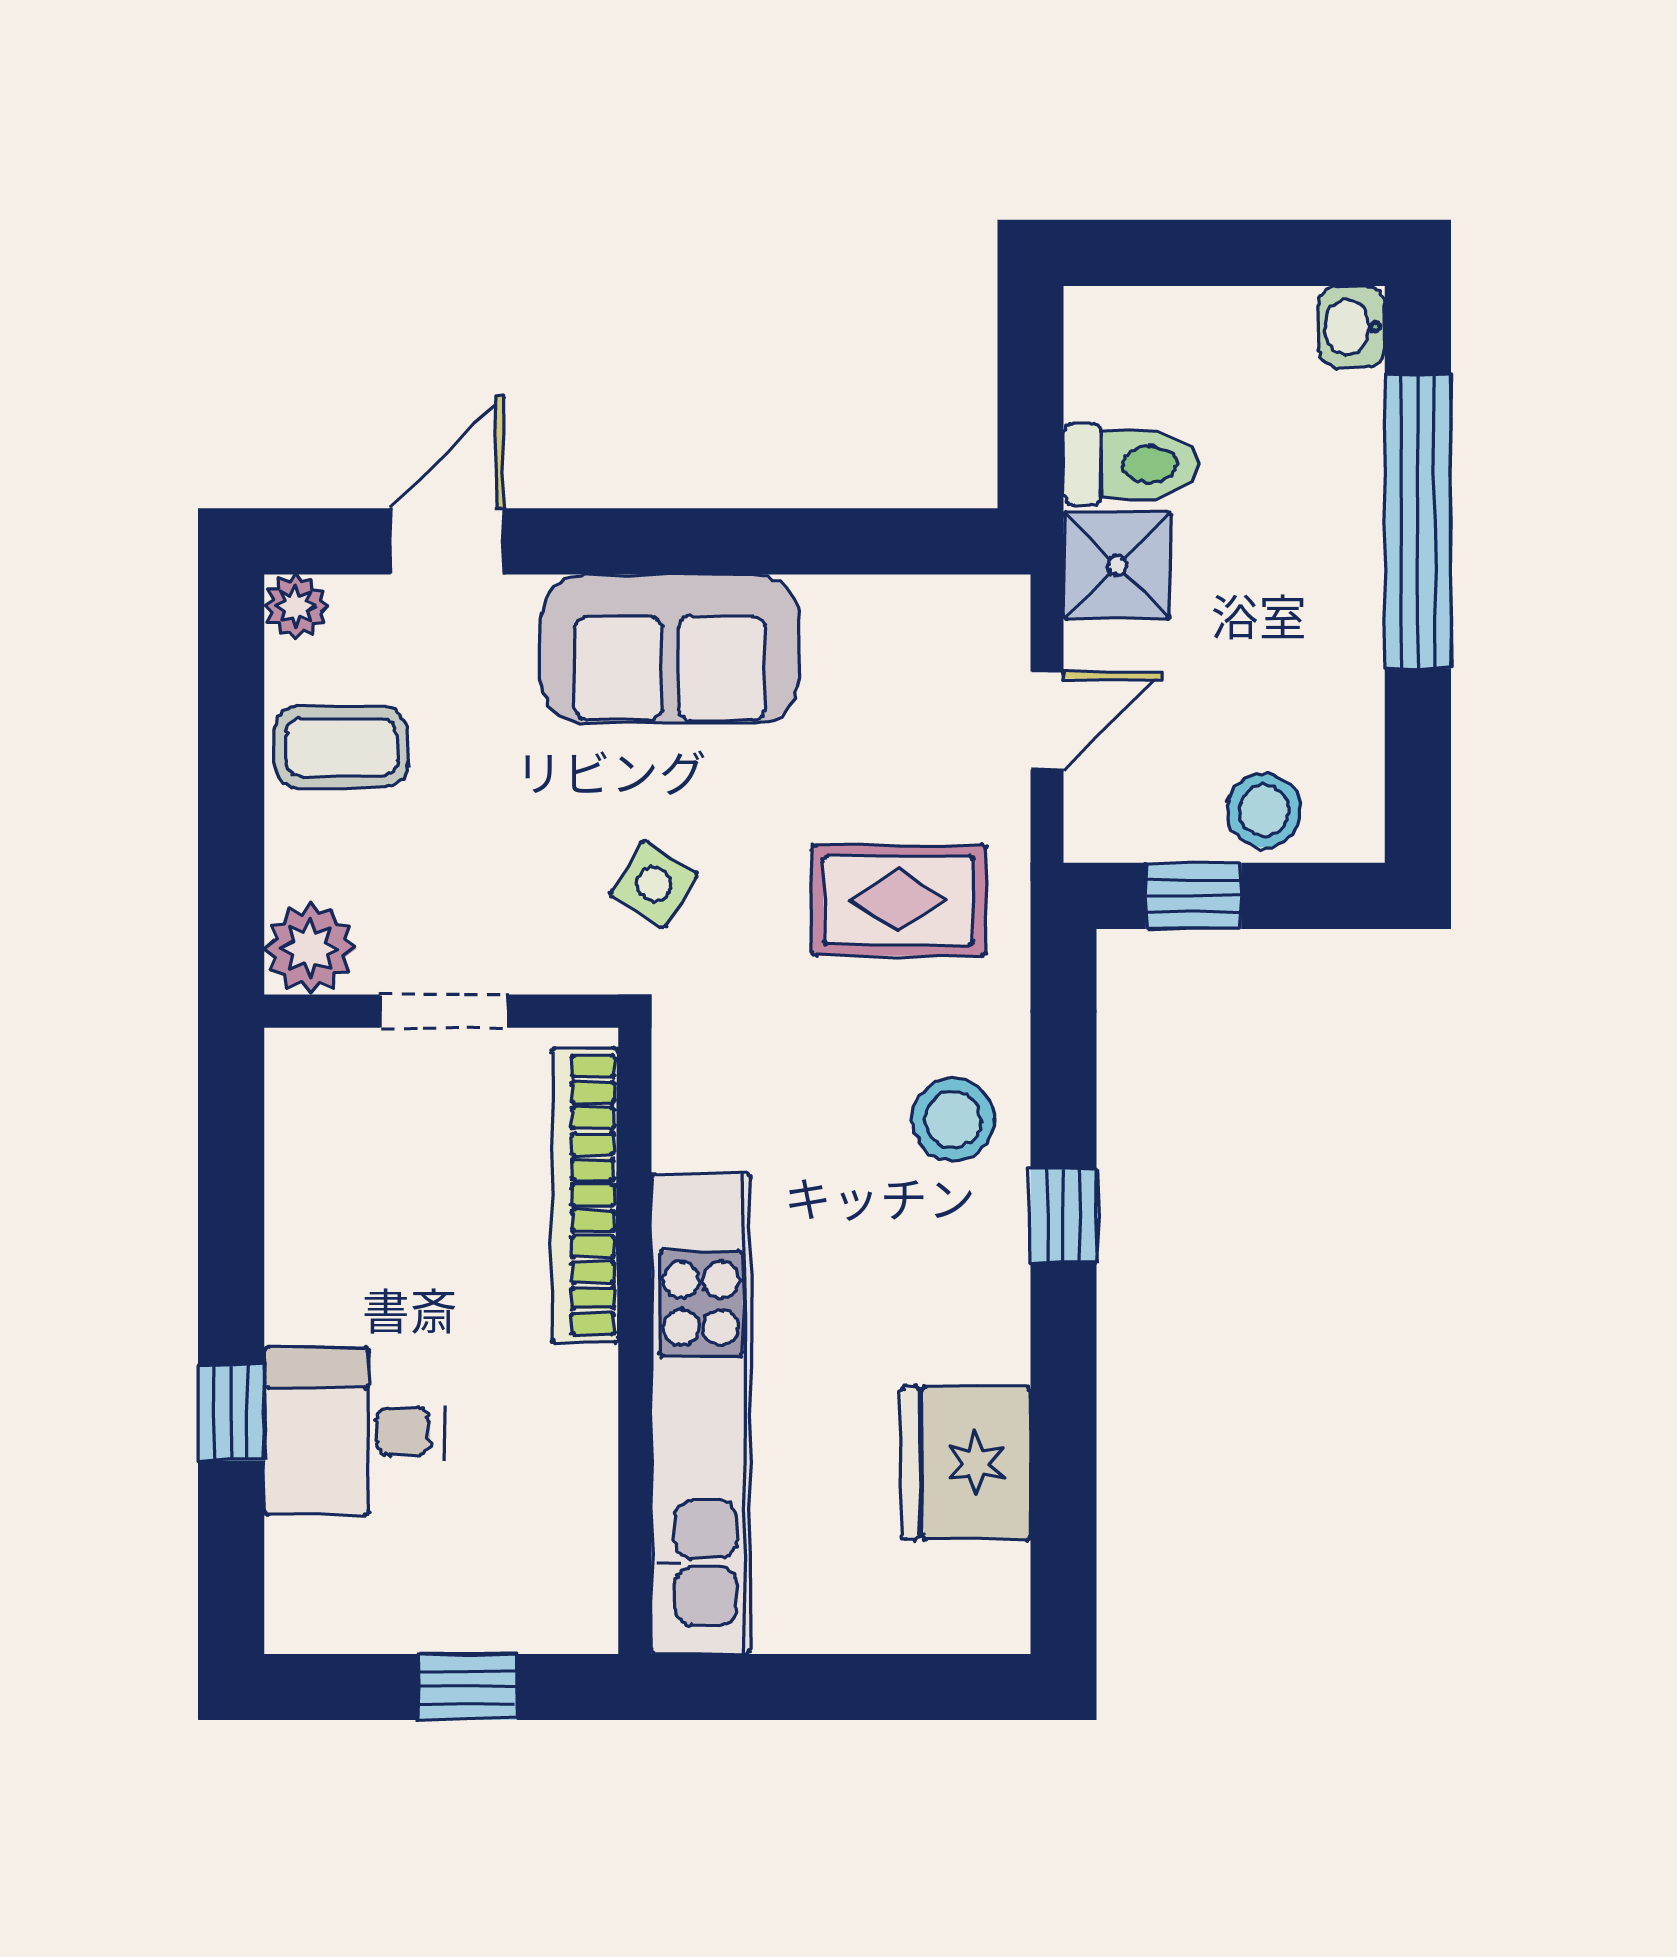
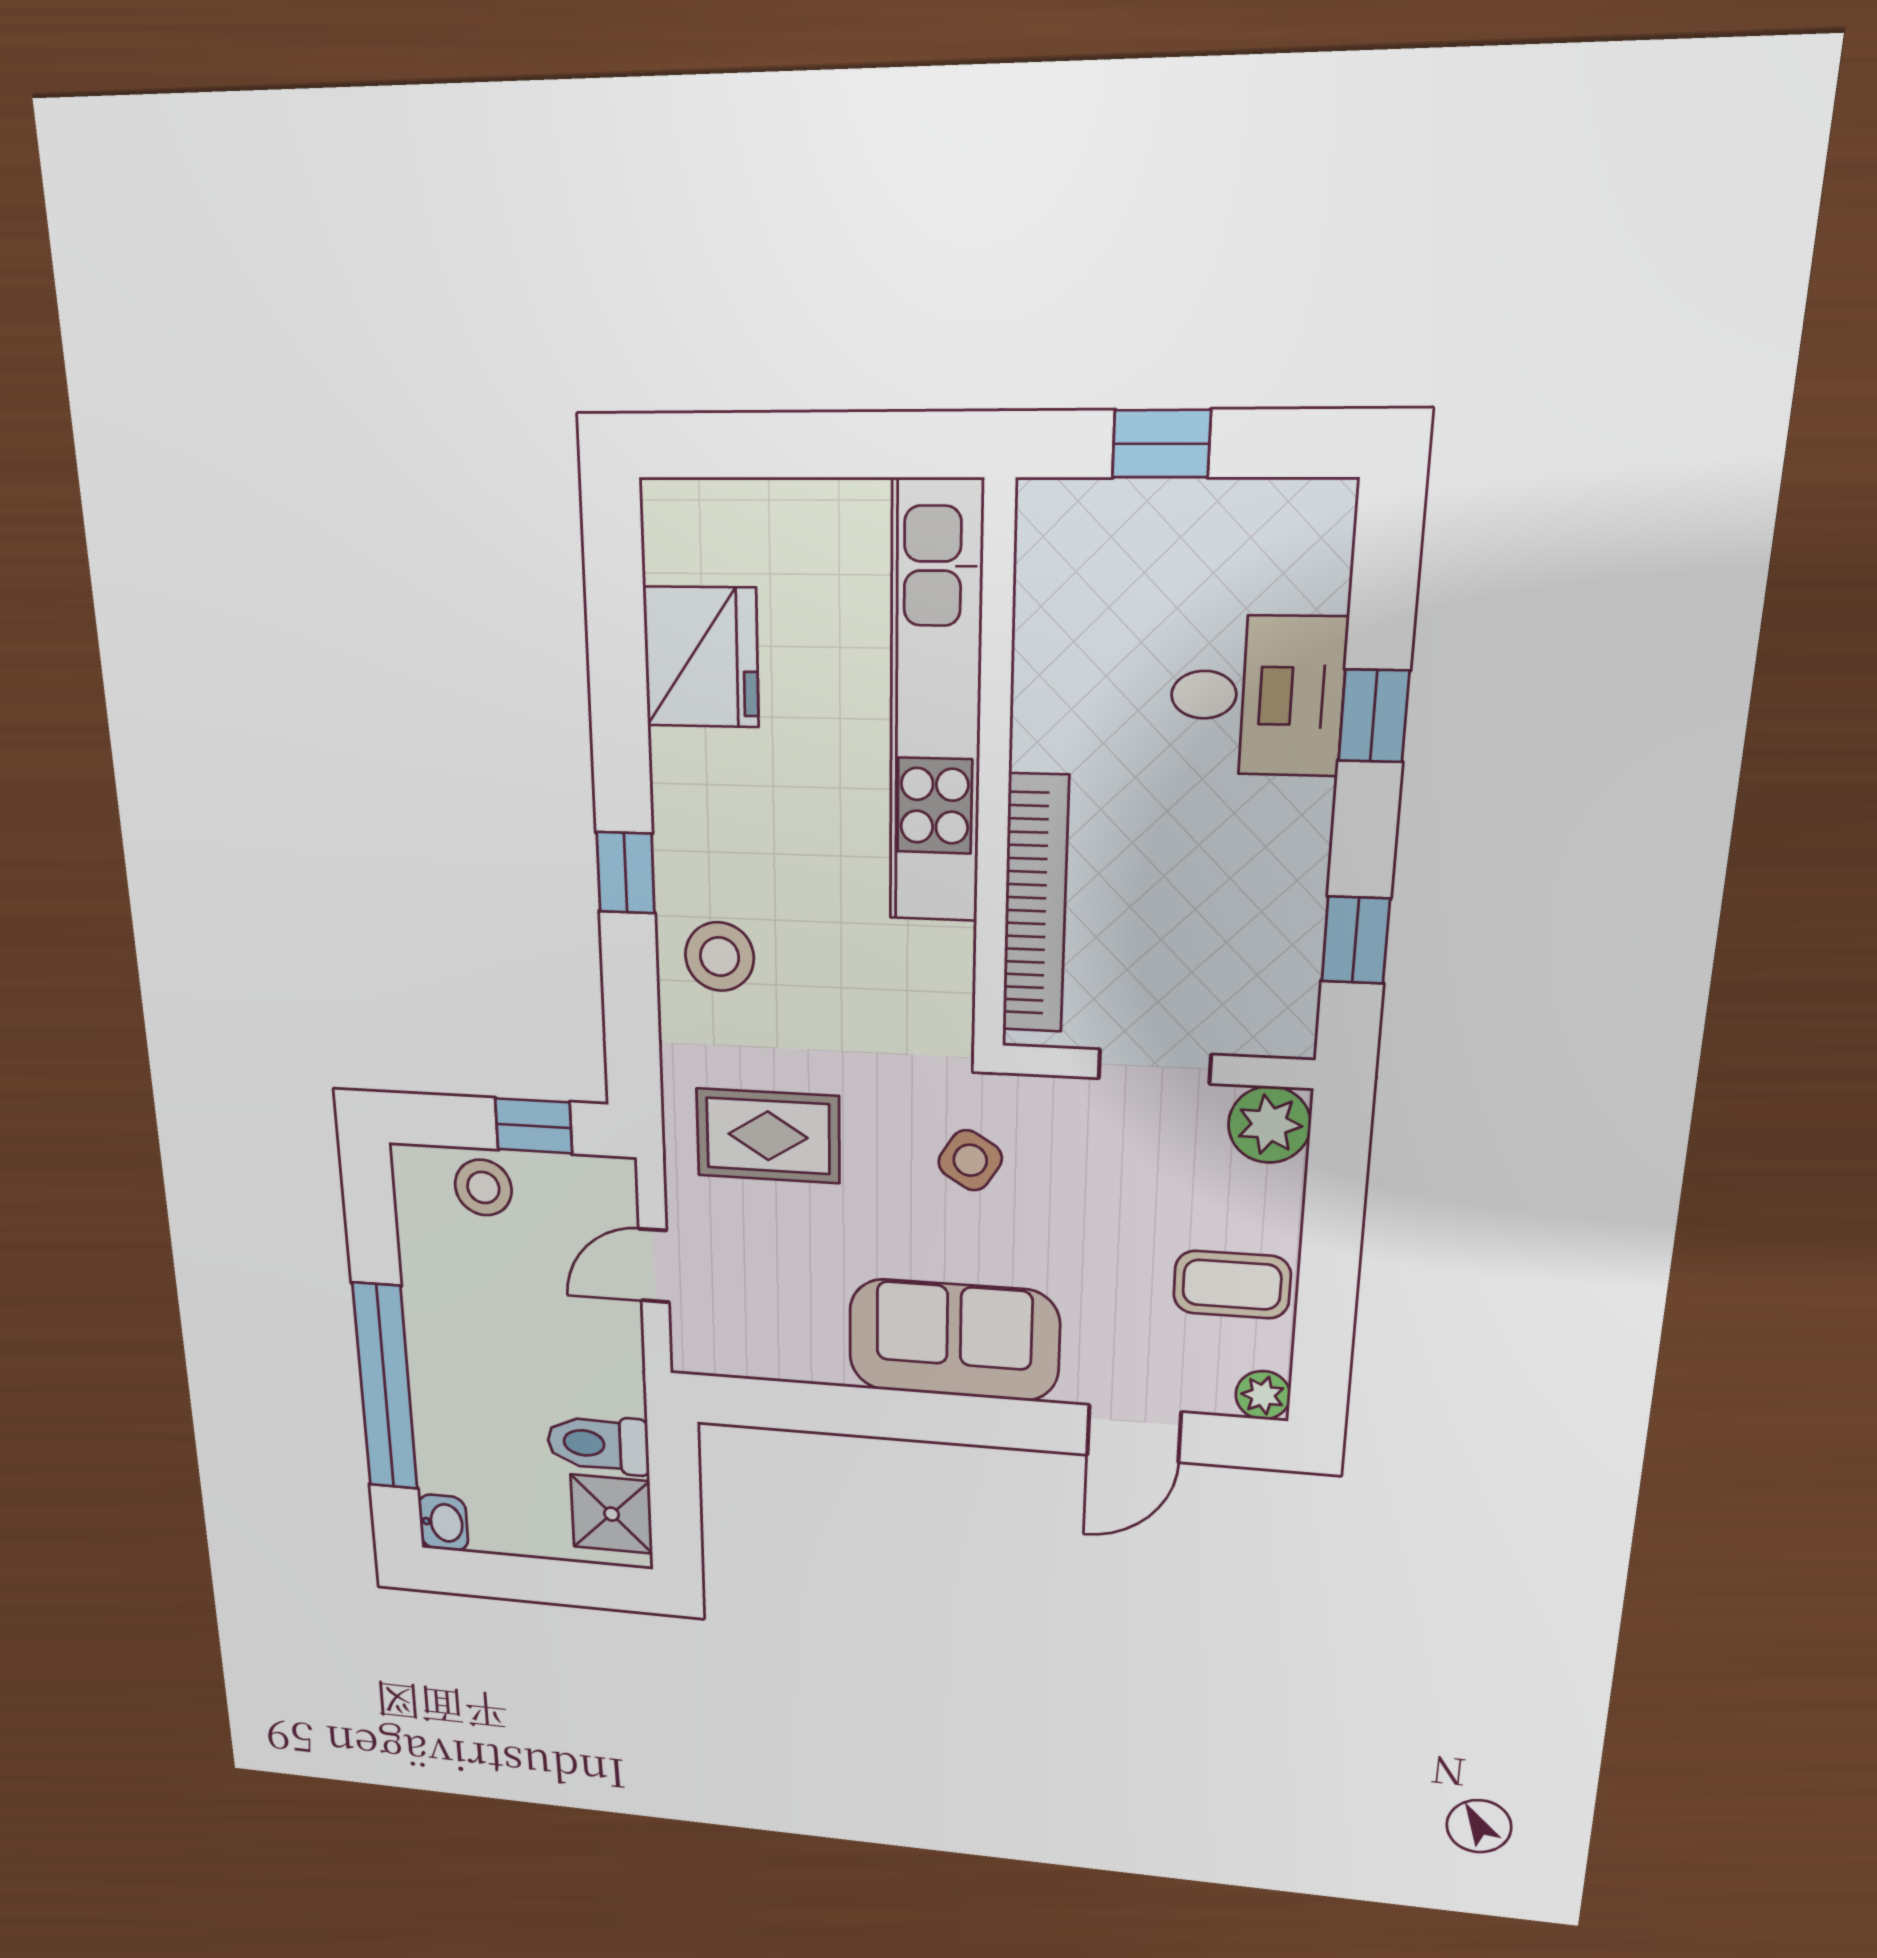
shower: (1117, 566) -> (612, 1514), moved
window: (231, 1168) -> (1356, 940), added

